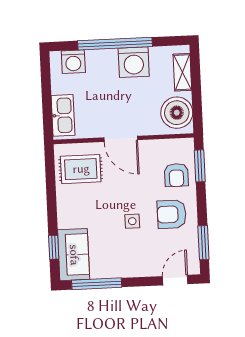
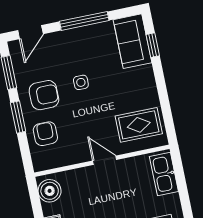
boiler: (177, 113) -> (50, 191), width x0.73, depth x0.73
door: (121, 139) -> (105, 160), width x0.73
window: (200, 166) -> (18, 117), moved
window: (97, 284) -> (84, 21), moved

